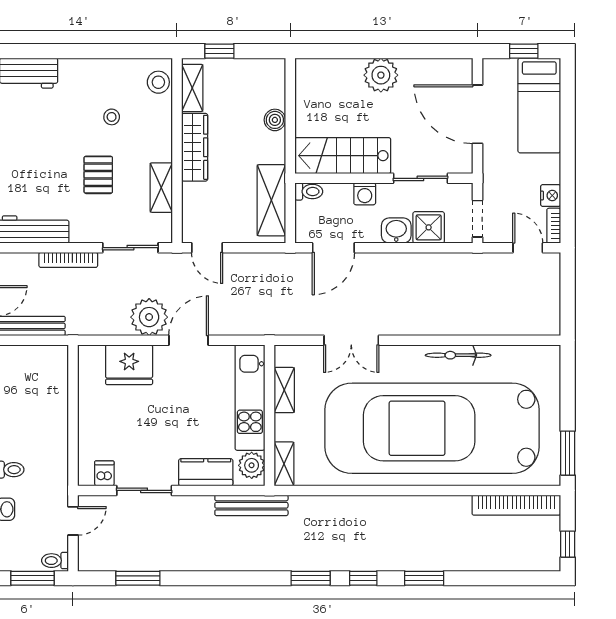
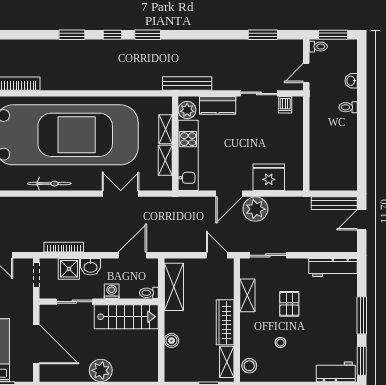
bookcase: (68, 260) -> (64, 247), moved
shelving: (284, 464) -> (165, 129), moved

